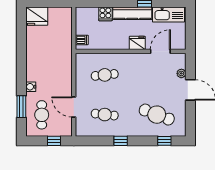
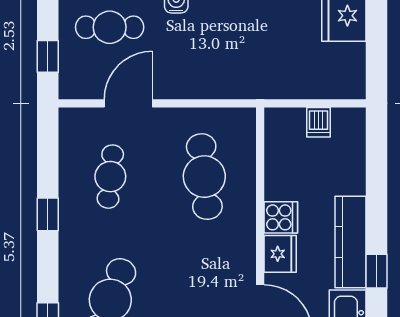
cooker: (105, 14) -> (281, 217), moved, turned 180
dishwasher: (82, 40) -> (318, 122), moved
cafe table: (105, 75) -> (204, 177), width x1.37, depth x1.35

